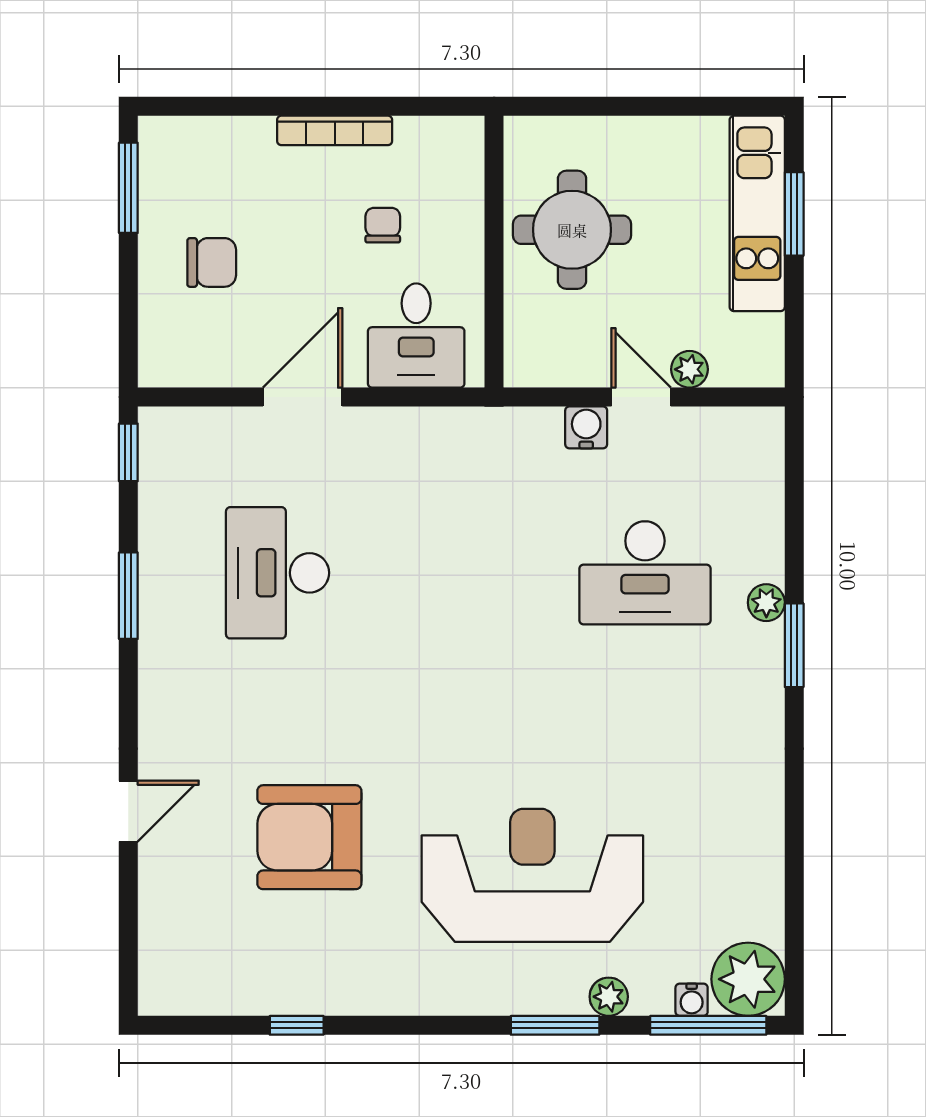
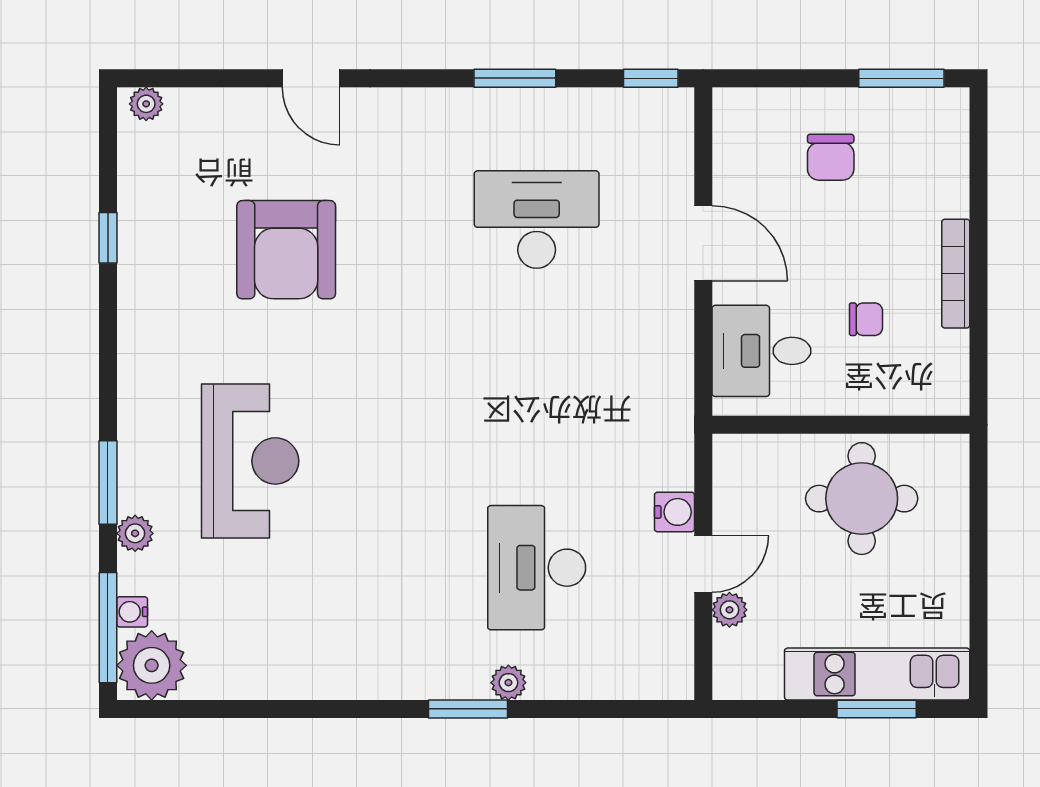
armchair: (309, 837) -> (286, 250), turned 180
reception desk: (532, 875) -> (250, 461), width x0.74, depth x0.77
plant: (155, 985) -> (146, 104), added

